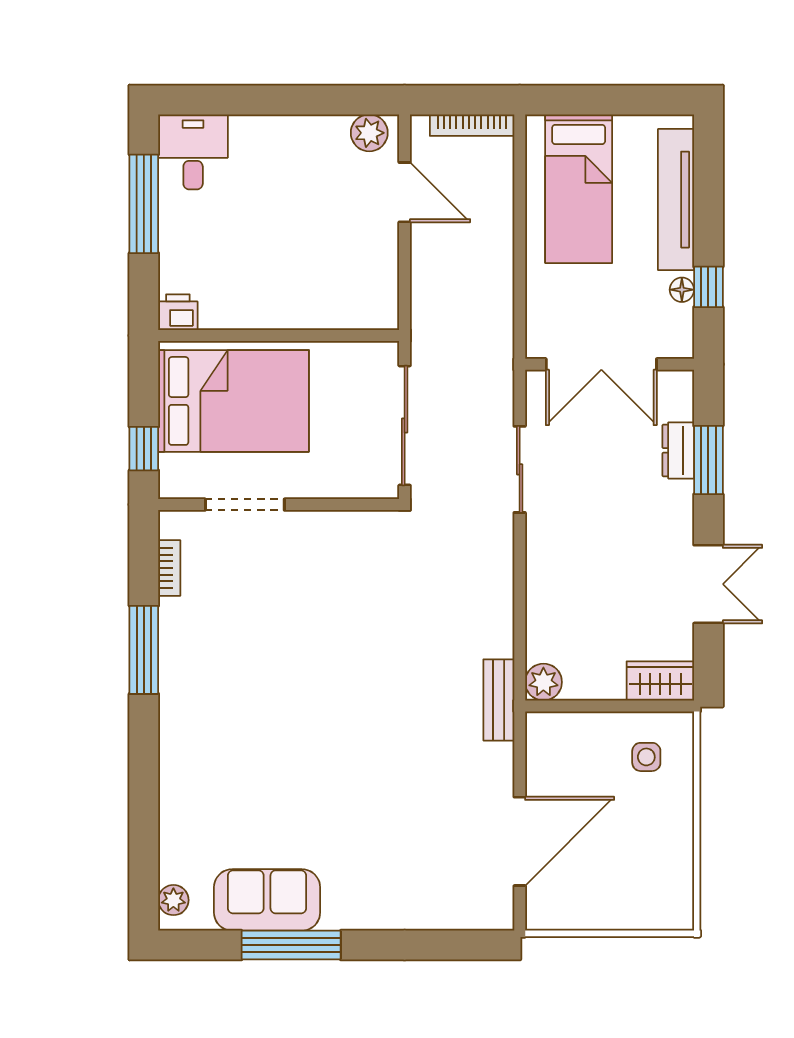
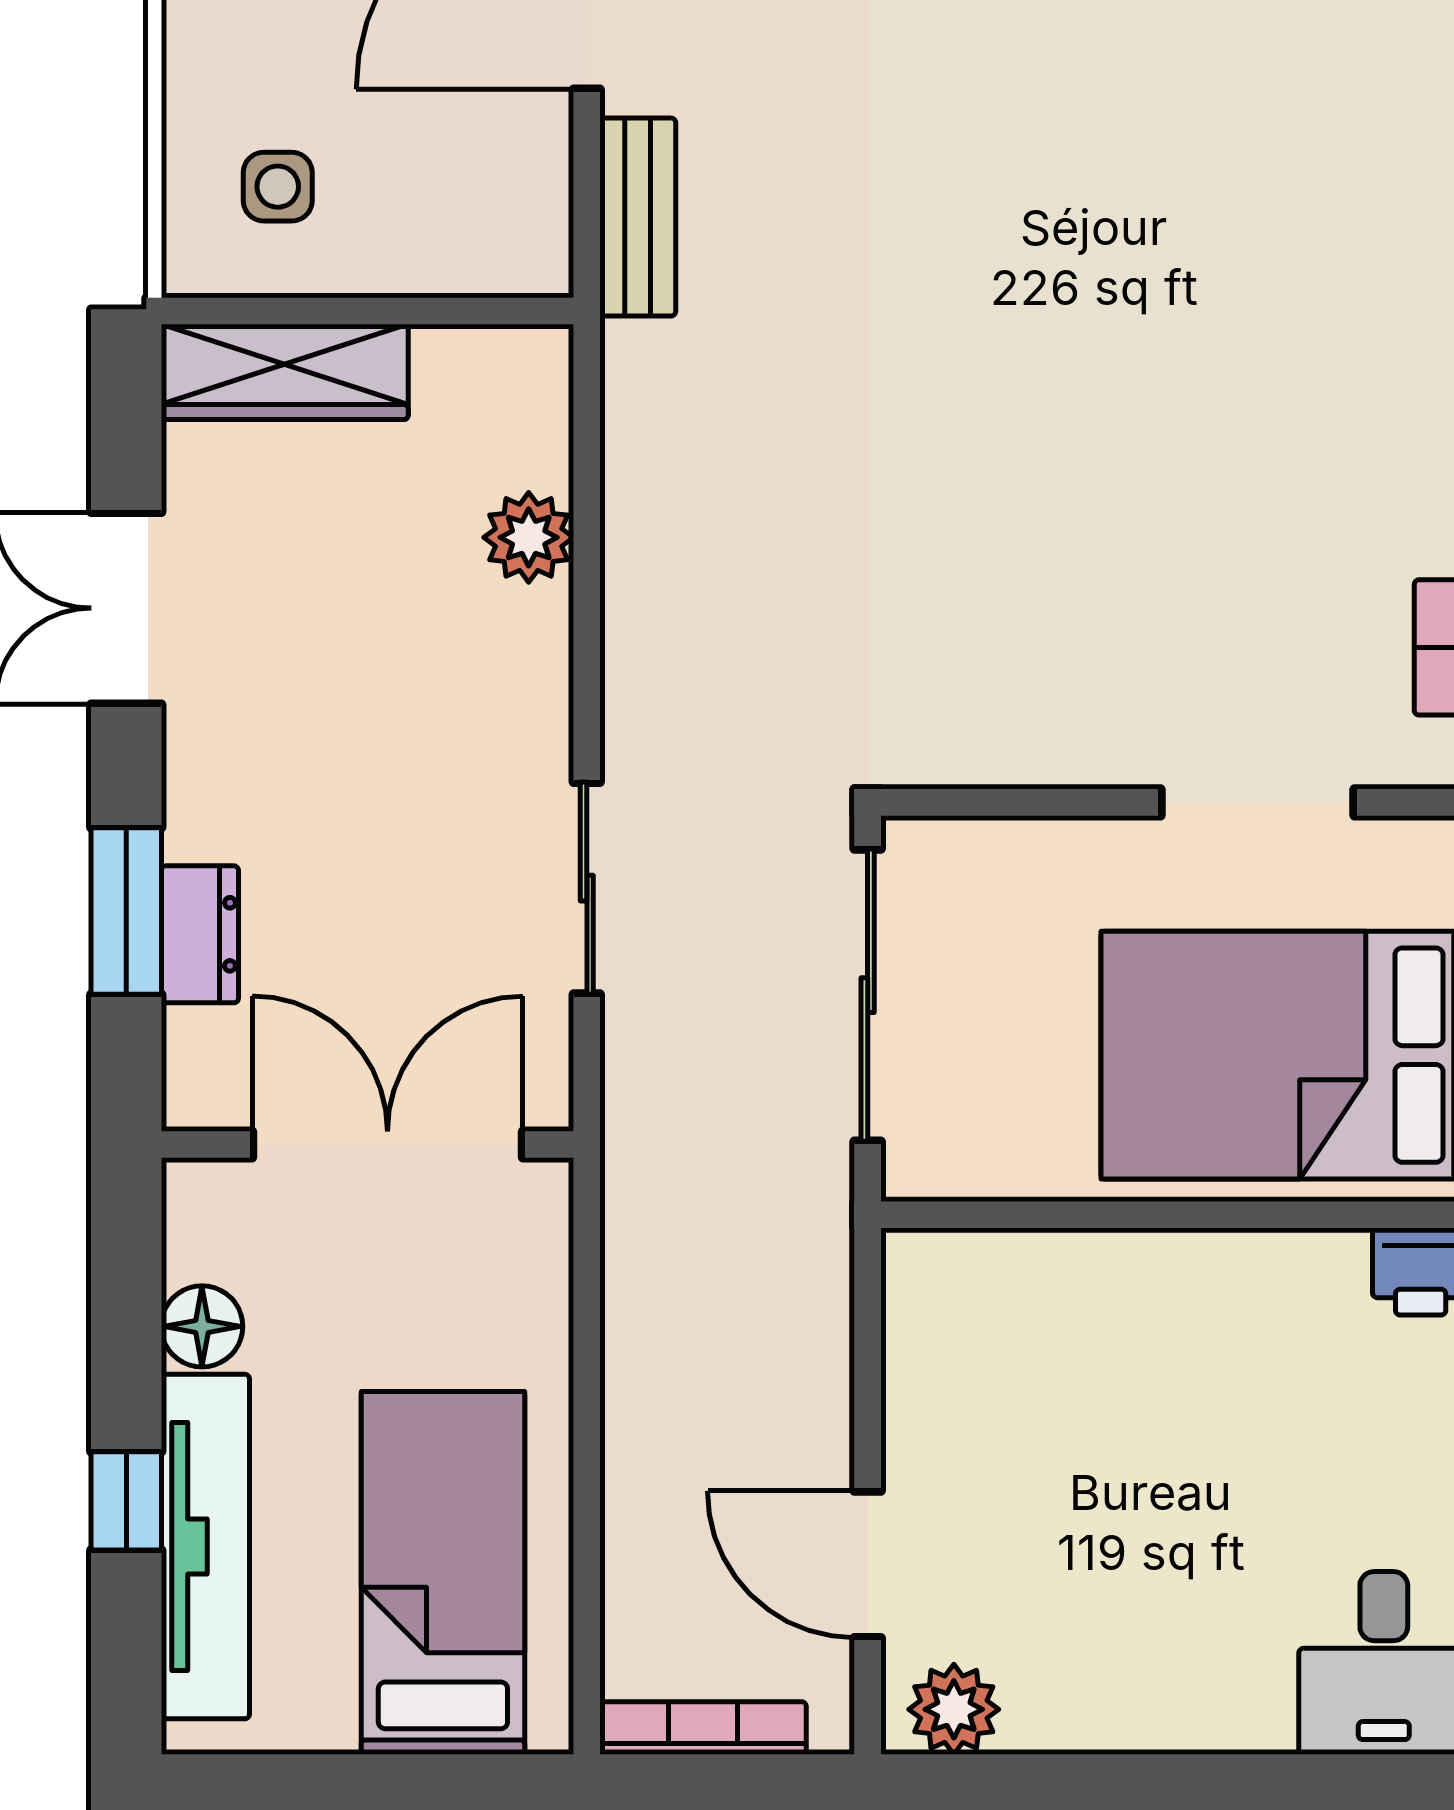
window: (708, 287) -> (126, 1501), moved
floor lamp: (682, 290) -> (202, 1326), width x1.37, depth x1.37
wardrobe: (660, 681) -> (285, 372), width x1.50
plant: (543, 682) -> (529, 537), moved
bench: (499, 700) -> (638, 217), moved

